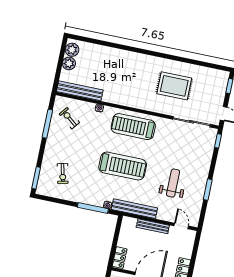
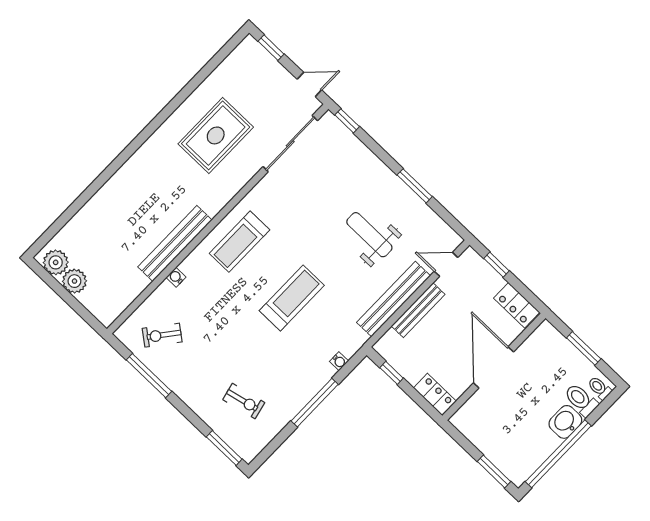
bench: (80, 91) -> (175, 243), moved
treadmill: (133, 127) -> (240, 242), width x0.73, depth x0.73
treadmill: (123, 166) -> (292, 298), width x0.73, depth x0.73
window: (93, 208) -> (315, 403), moved
bench: (134, 209) -> (394, 299), moved
window: (117, 232) -> (392, 373), added
window: (195, 249) -> (496, 265), added

